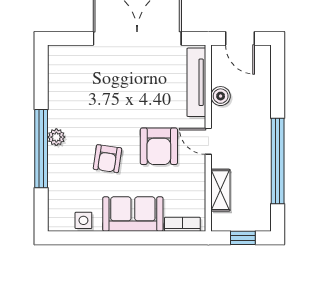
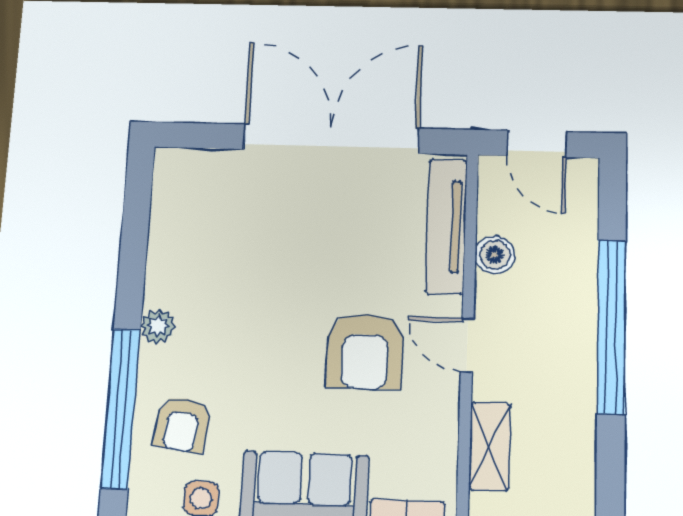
window: (41, 149) -> (121, 408), moved
armchair: (107, 159) -> (182, 424), moved
window: (278, 161) -> (612, 326), moved

